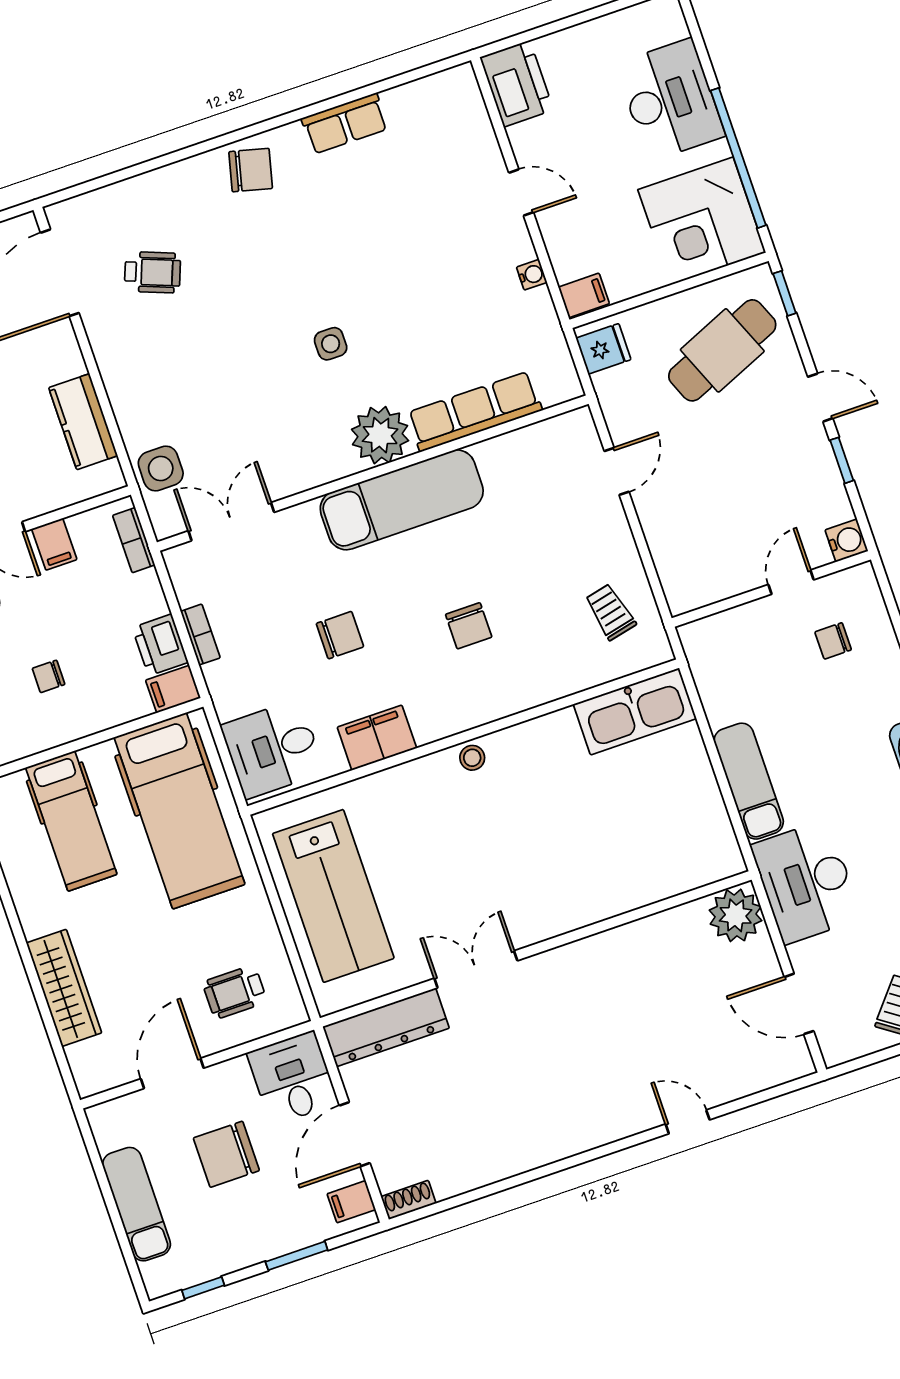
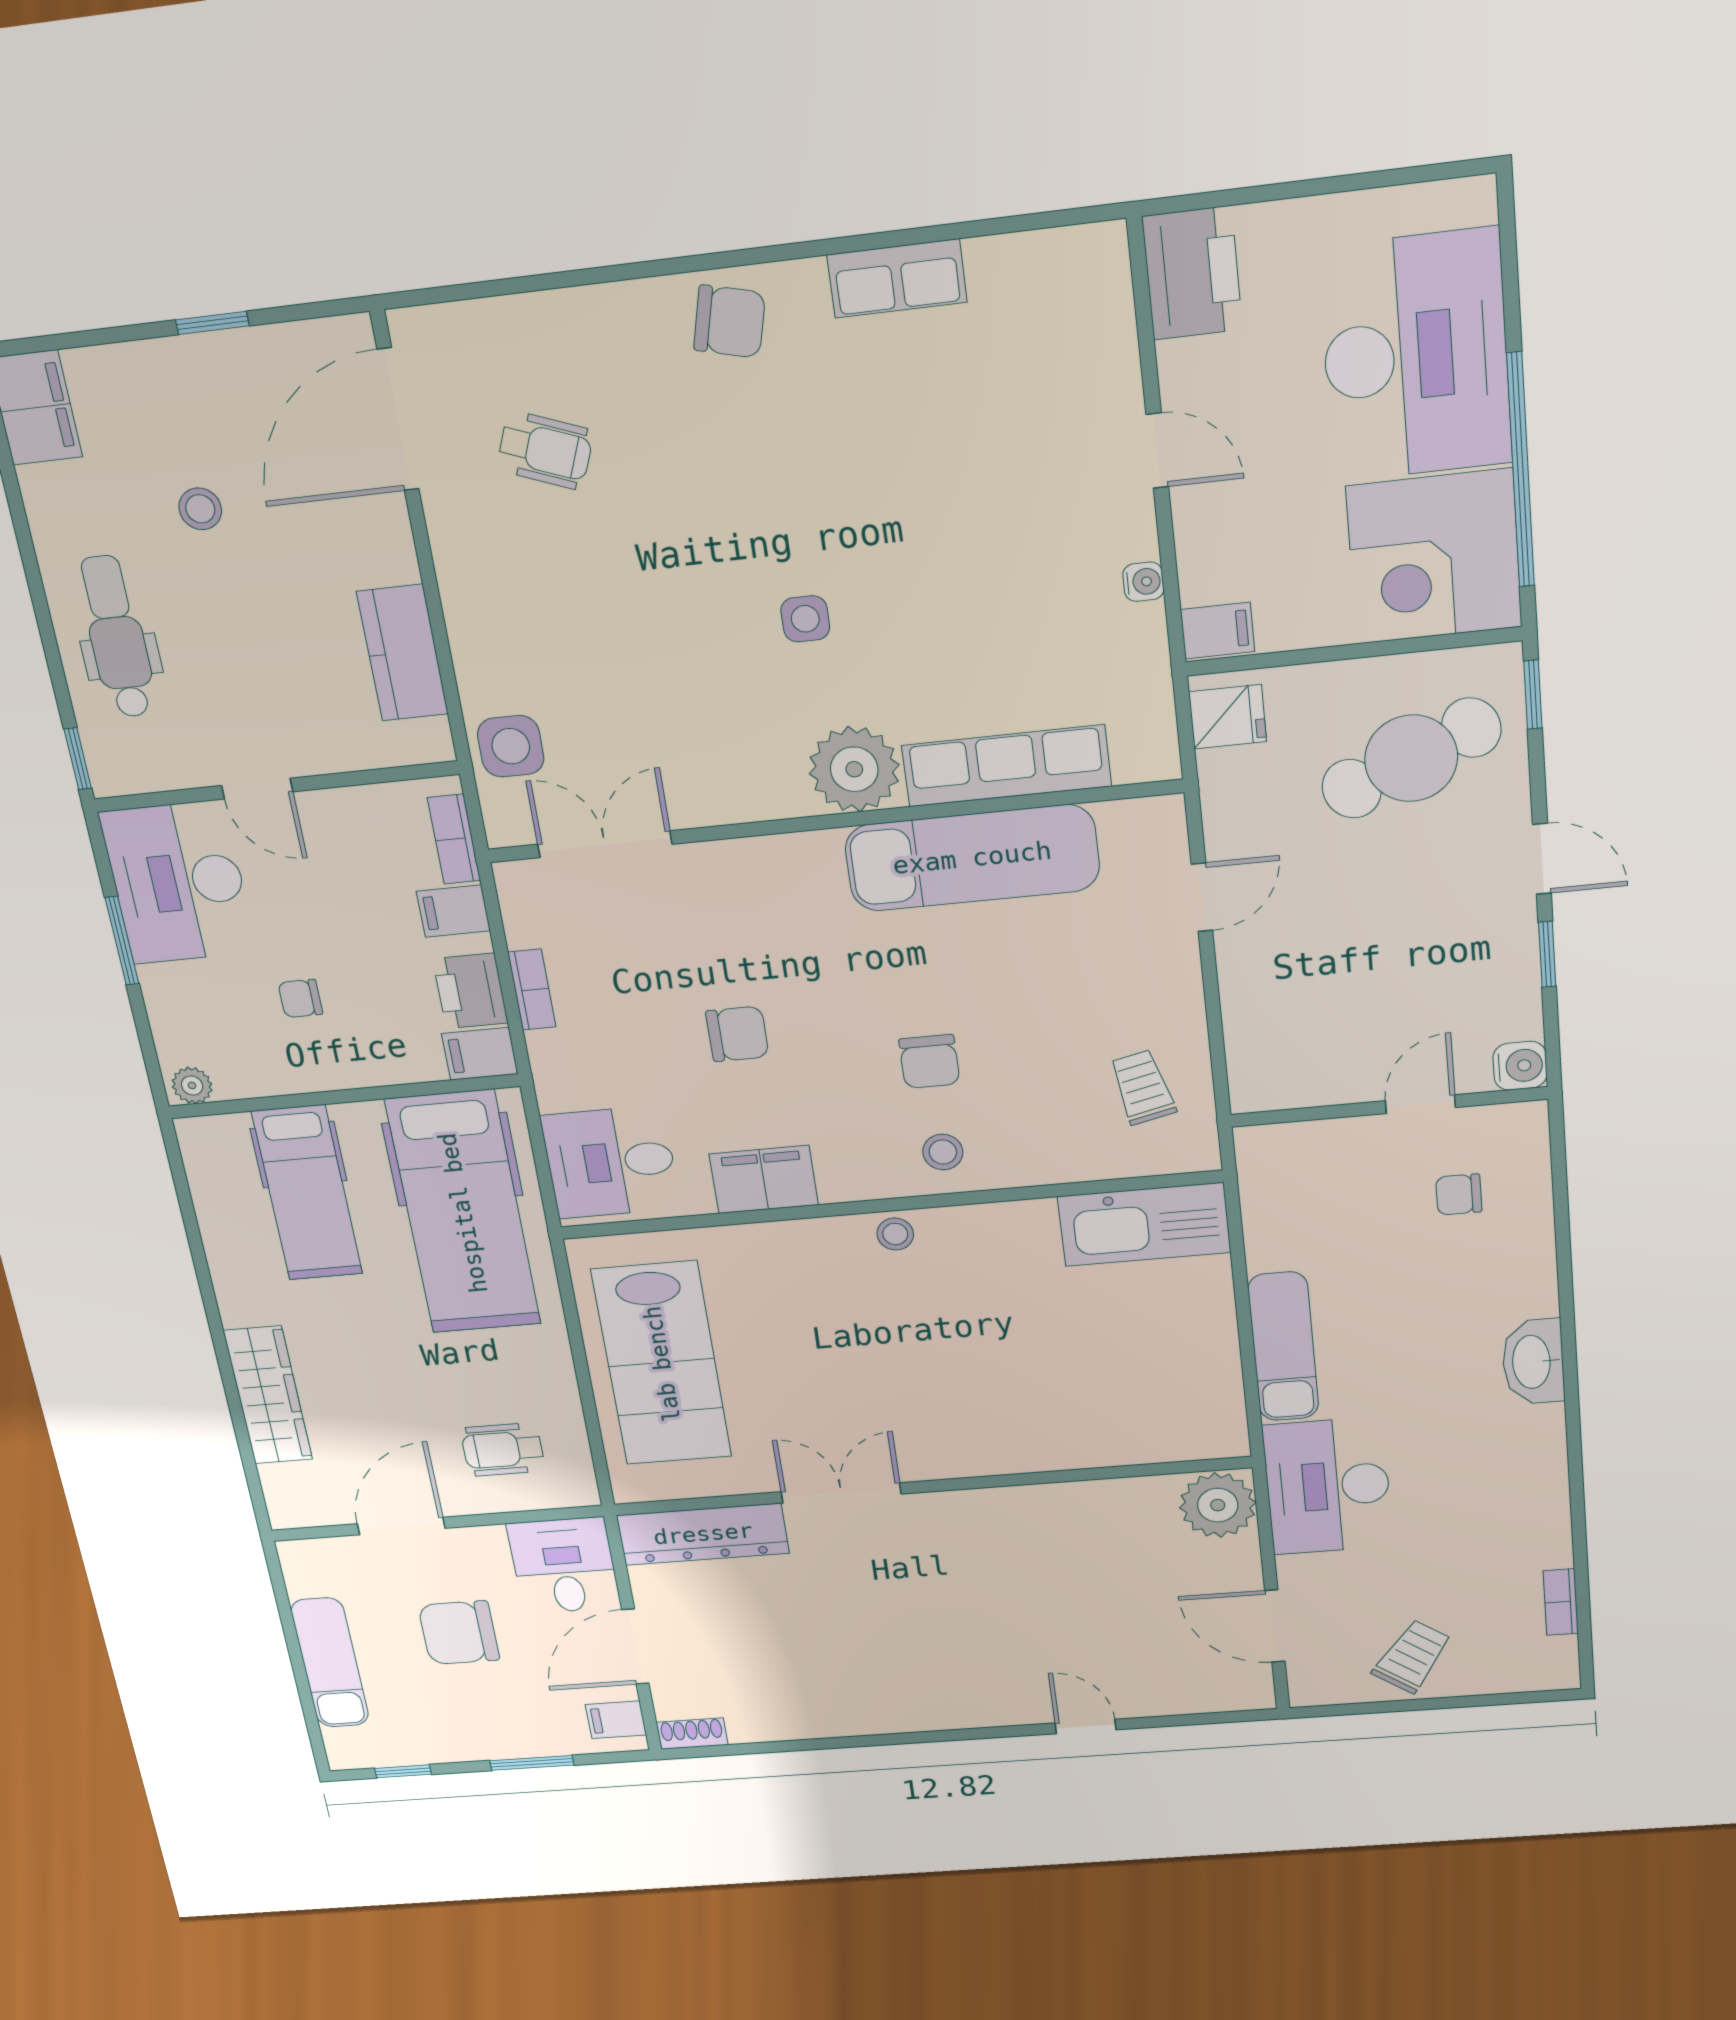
desk: (670, 100) -> (1416, 356), width x1.36, depth x1.30
exam couch: (402, 500) -> (972, 858), moved
filing cabinet: (54, 544) -> (453, 911), moved, turned 90
stool: (491, 689) -> (943, 1152), added

